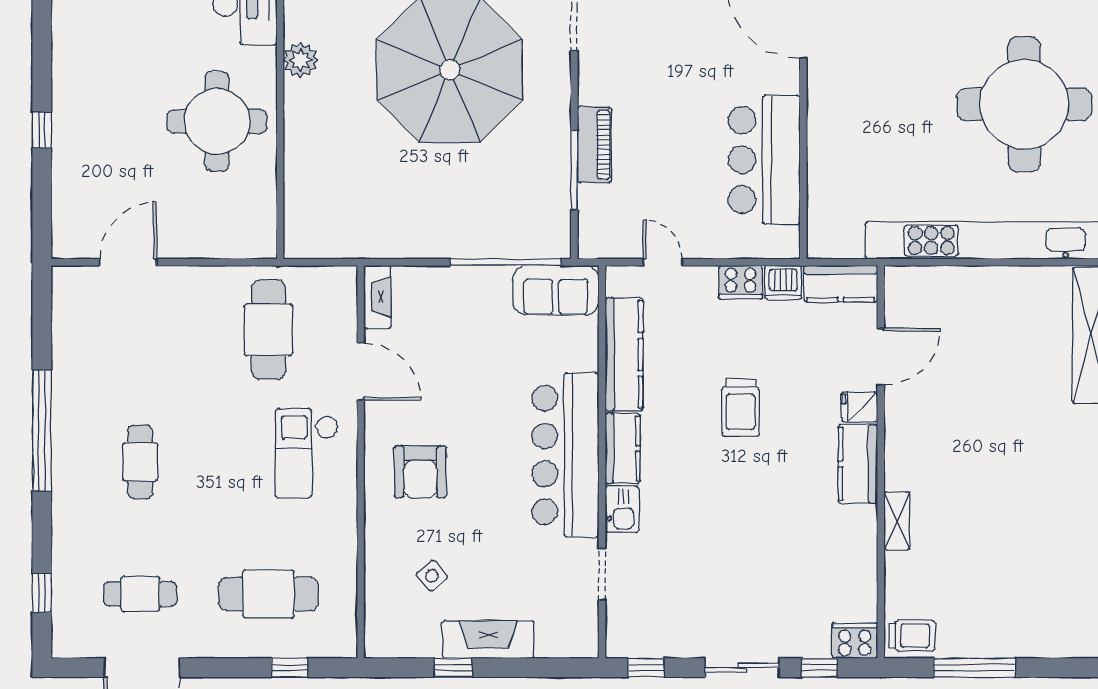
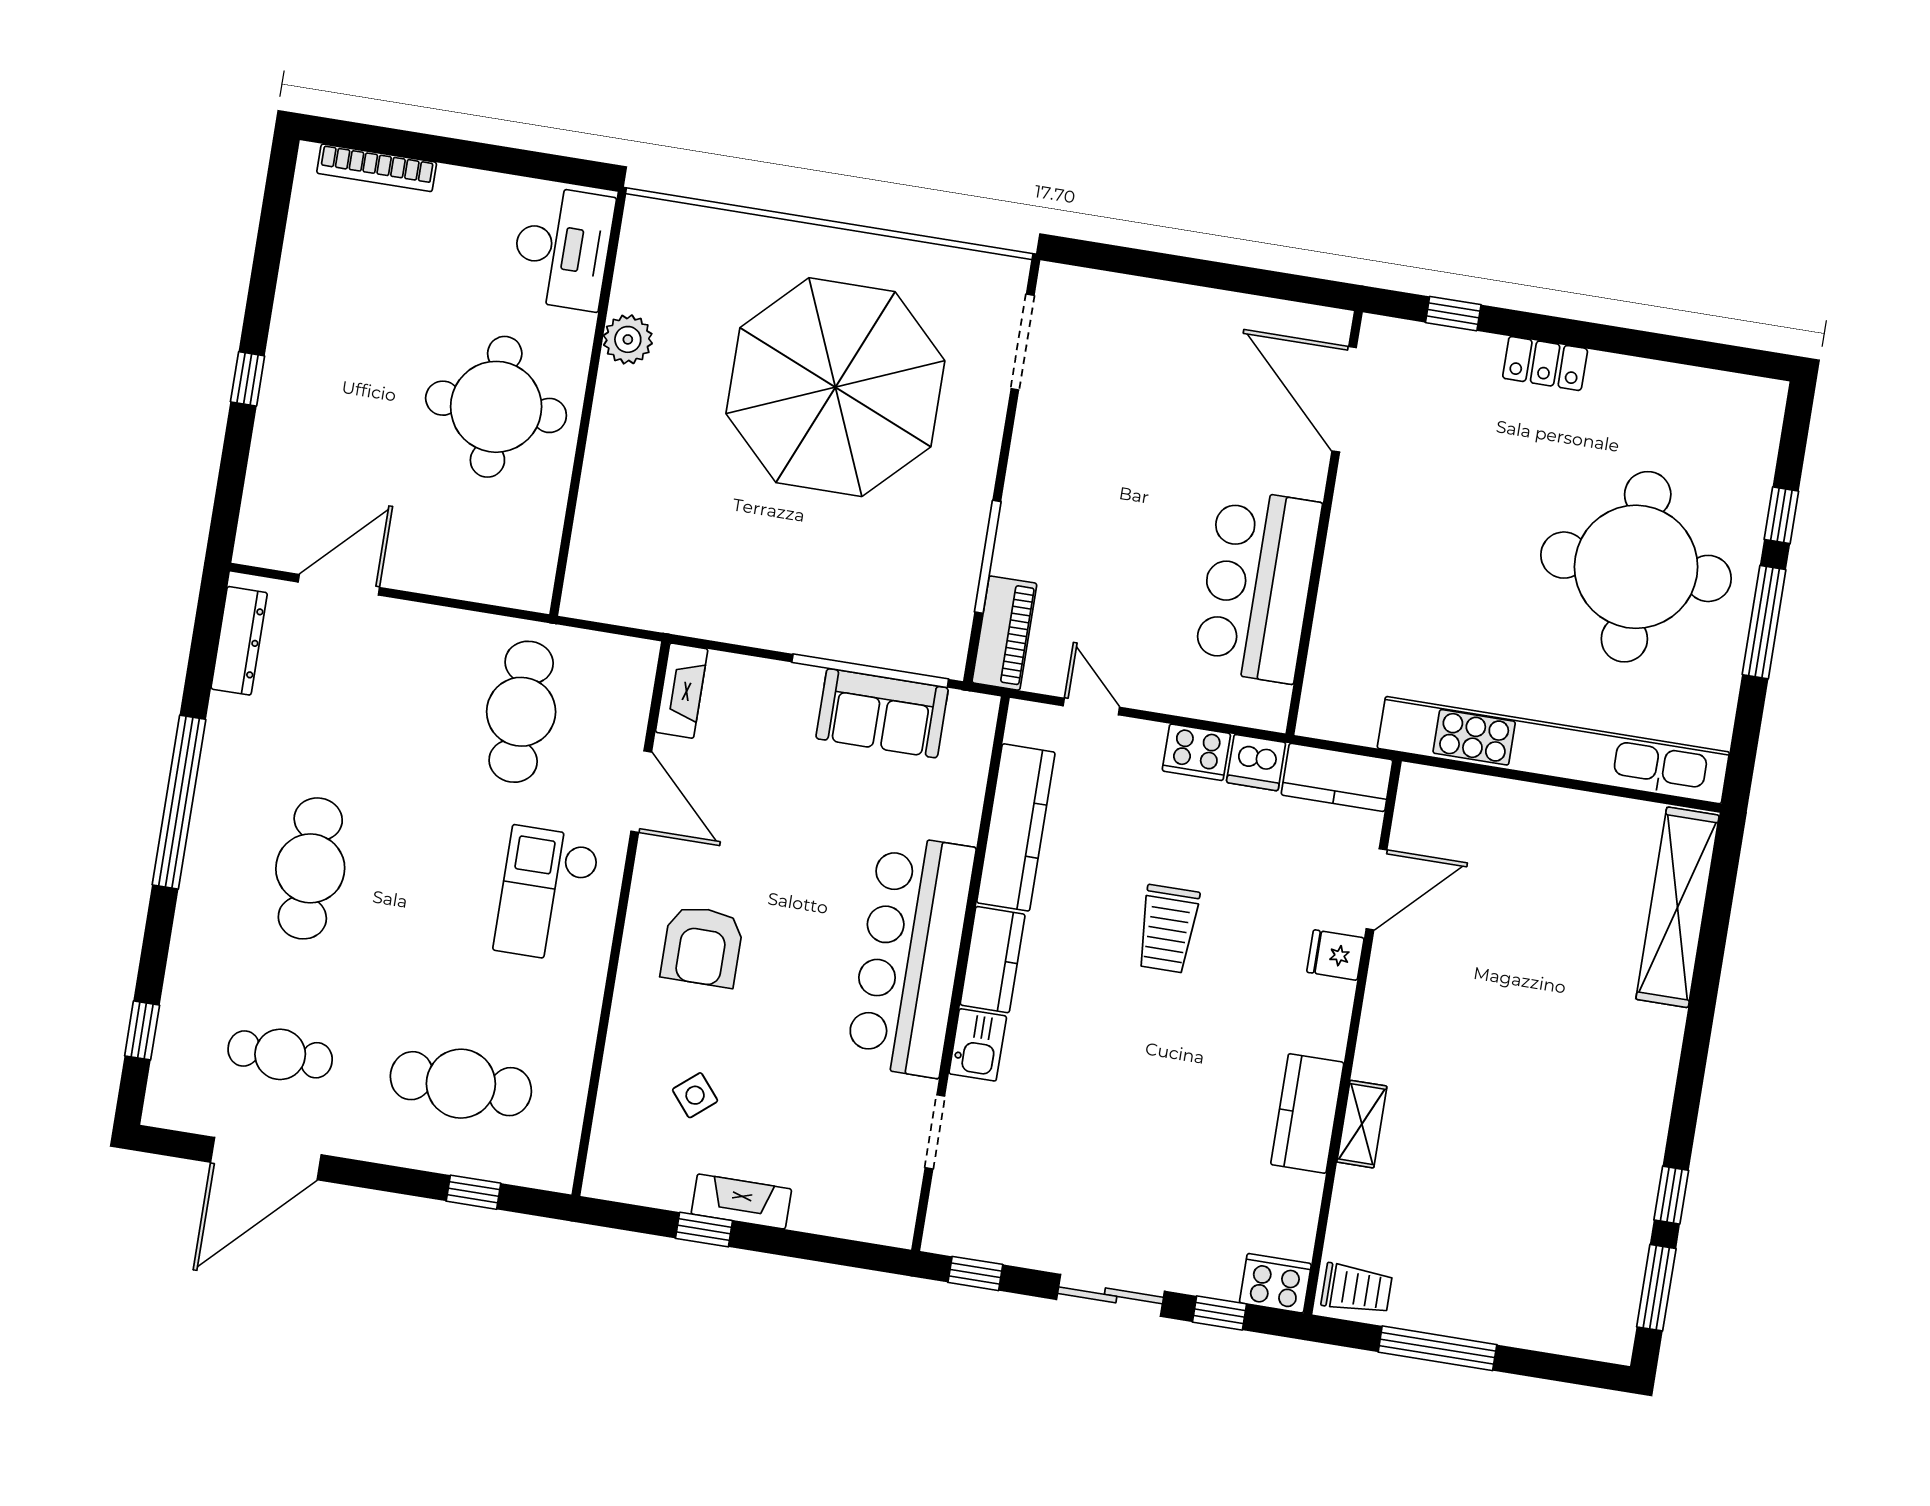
piano: (594, 145) -> (1004, 633), moved
sofa: (556, 290) -> (882, 713), moved
dresser: (65, 312) -> (239, 641), added
cafe table: (140, 462) -> (310, 868), width x1.37, depth x1.35
kitchen counter: (858, 464) -> (1307, 1113), moved
fireplace: (488, 640) -> (741, 1201), width x0.73, depth x0.76

